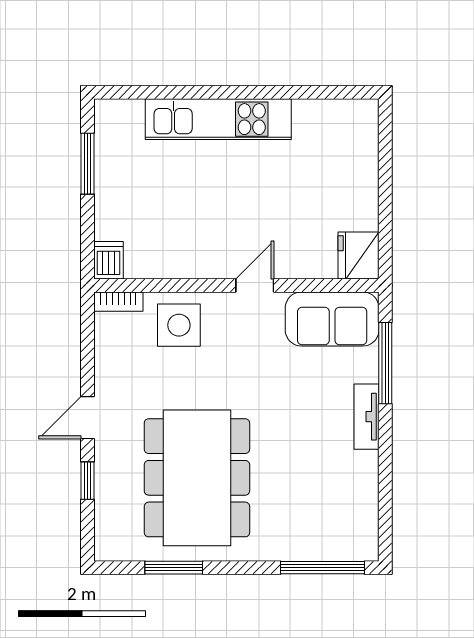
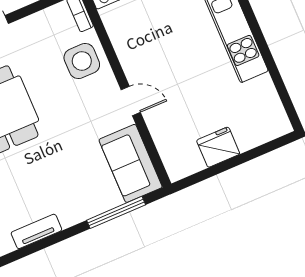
fridge: (359, 256) -> (218, 147), moved
tv unit: (367, 417) -> (36, 231), moved

